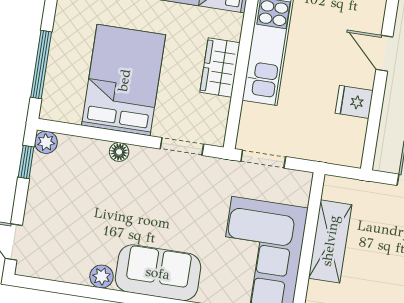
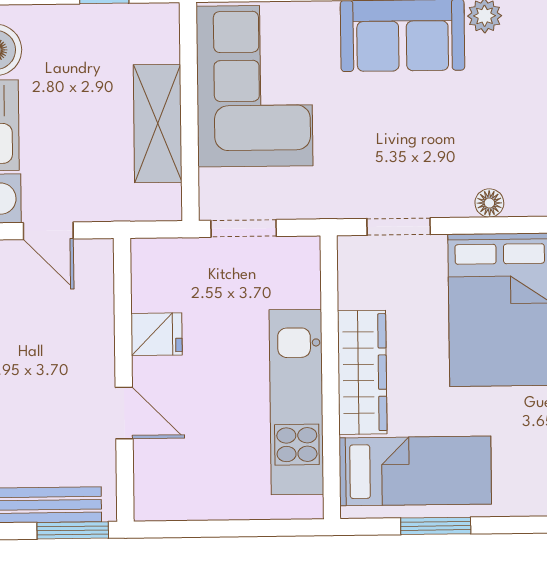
wardrobe: (220, 67) -> (362, 372), width x1.50
doorway: (263, 159) -> (244, 228), moved

